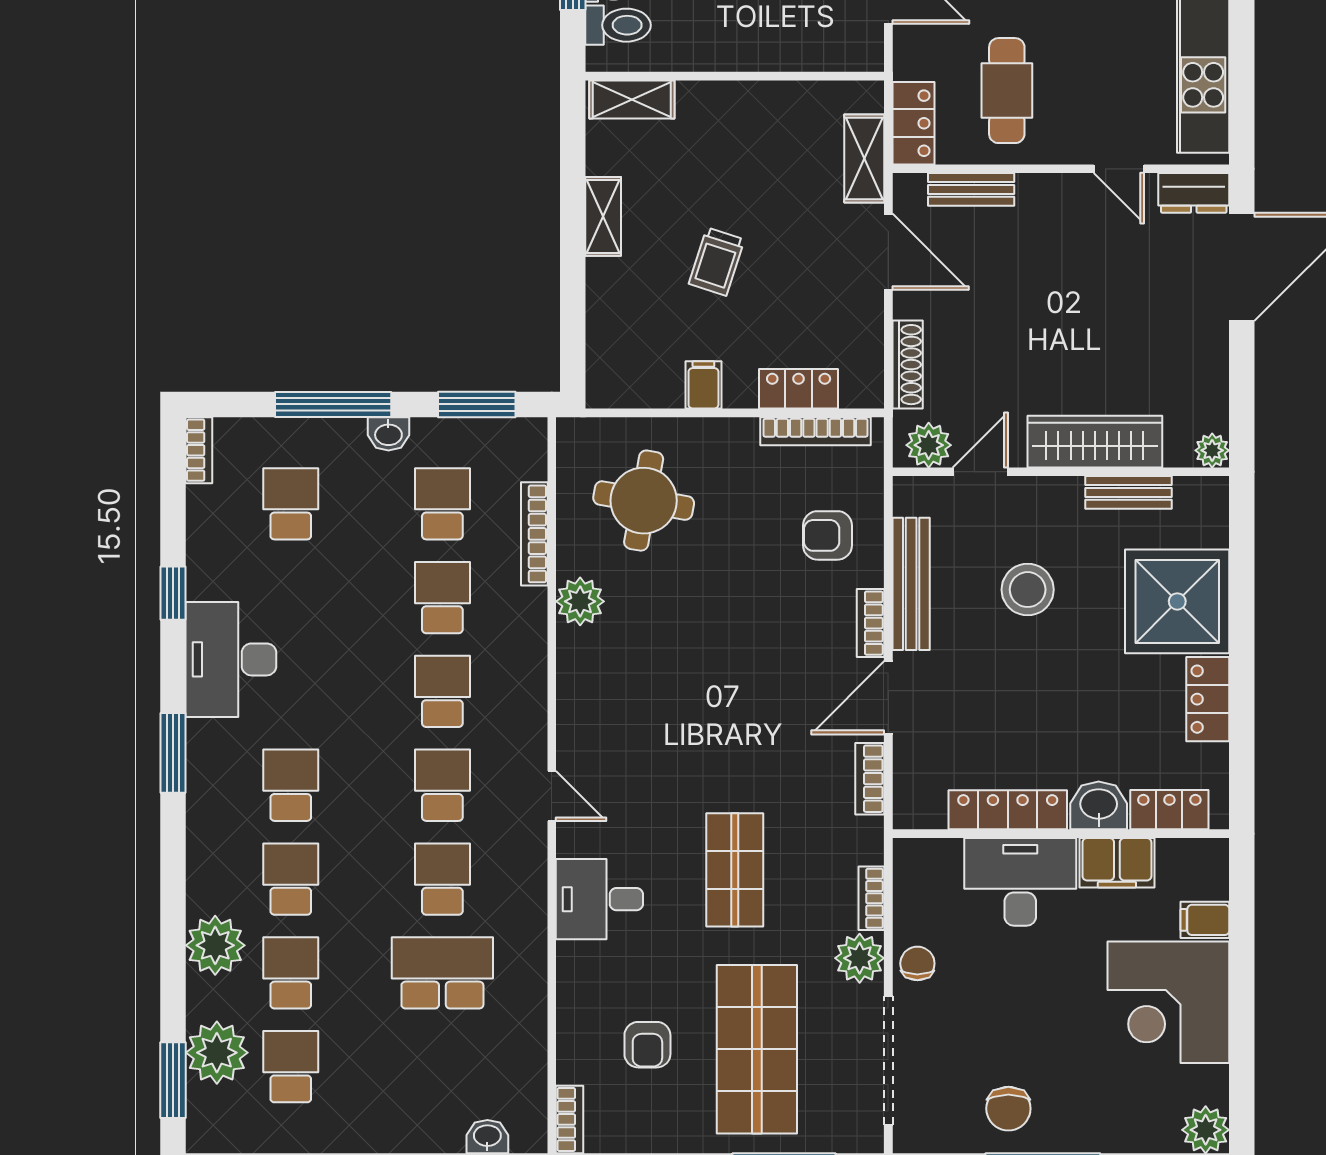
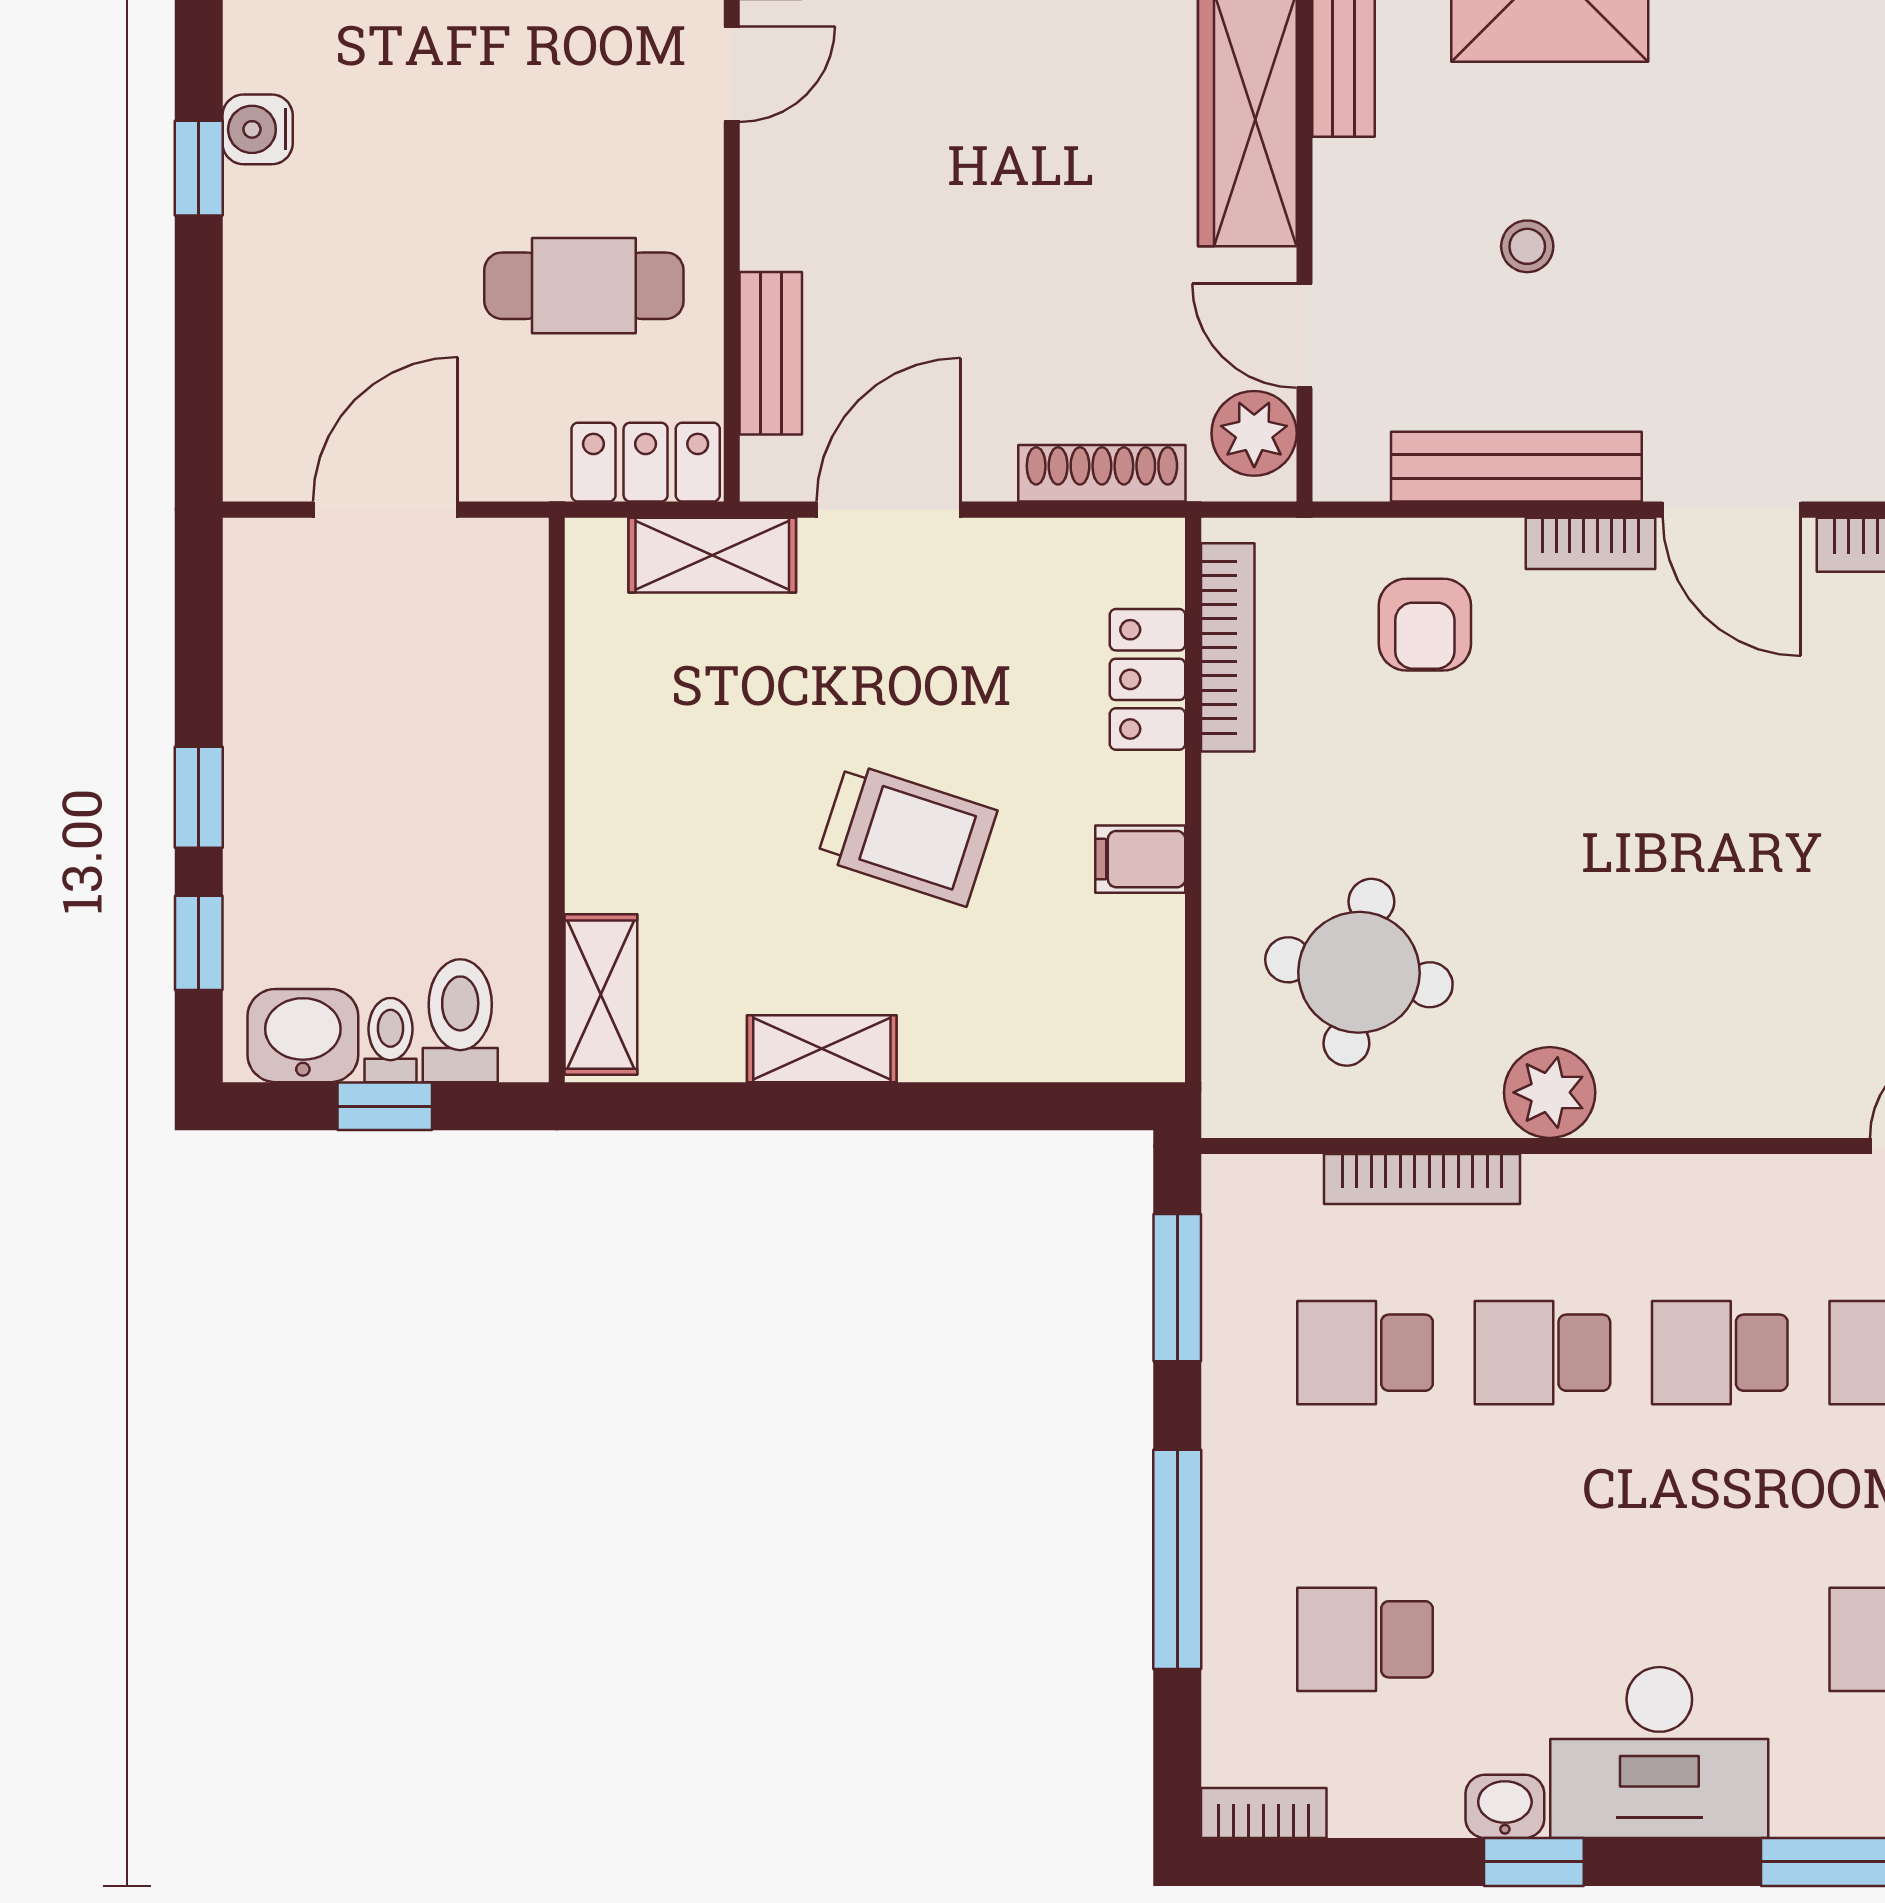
trolley: (717, 262) -> (907, 834), width x1.36, depth x1.39
washbasin: (388, 434) -> (1505, 1806), moved, turned -90
stool: (1028, 590) -> (1527, 246), width x0.53, depth x0.53

